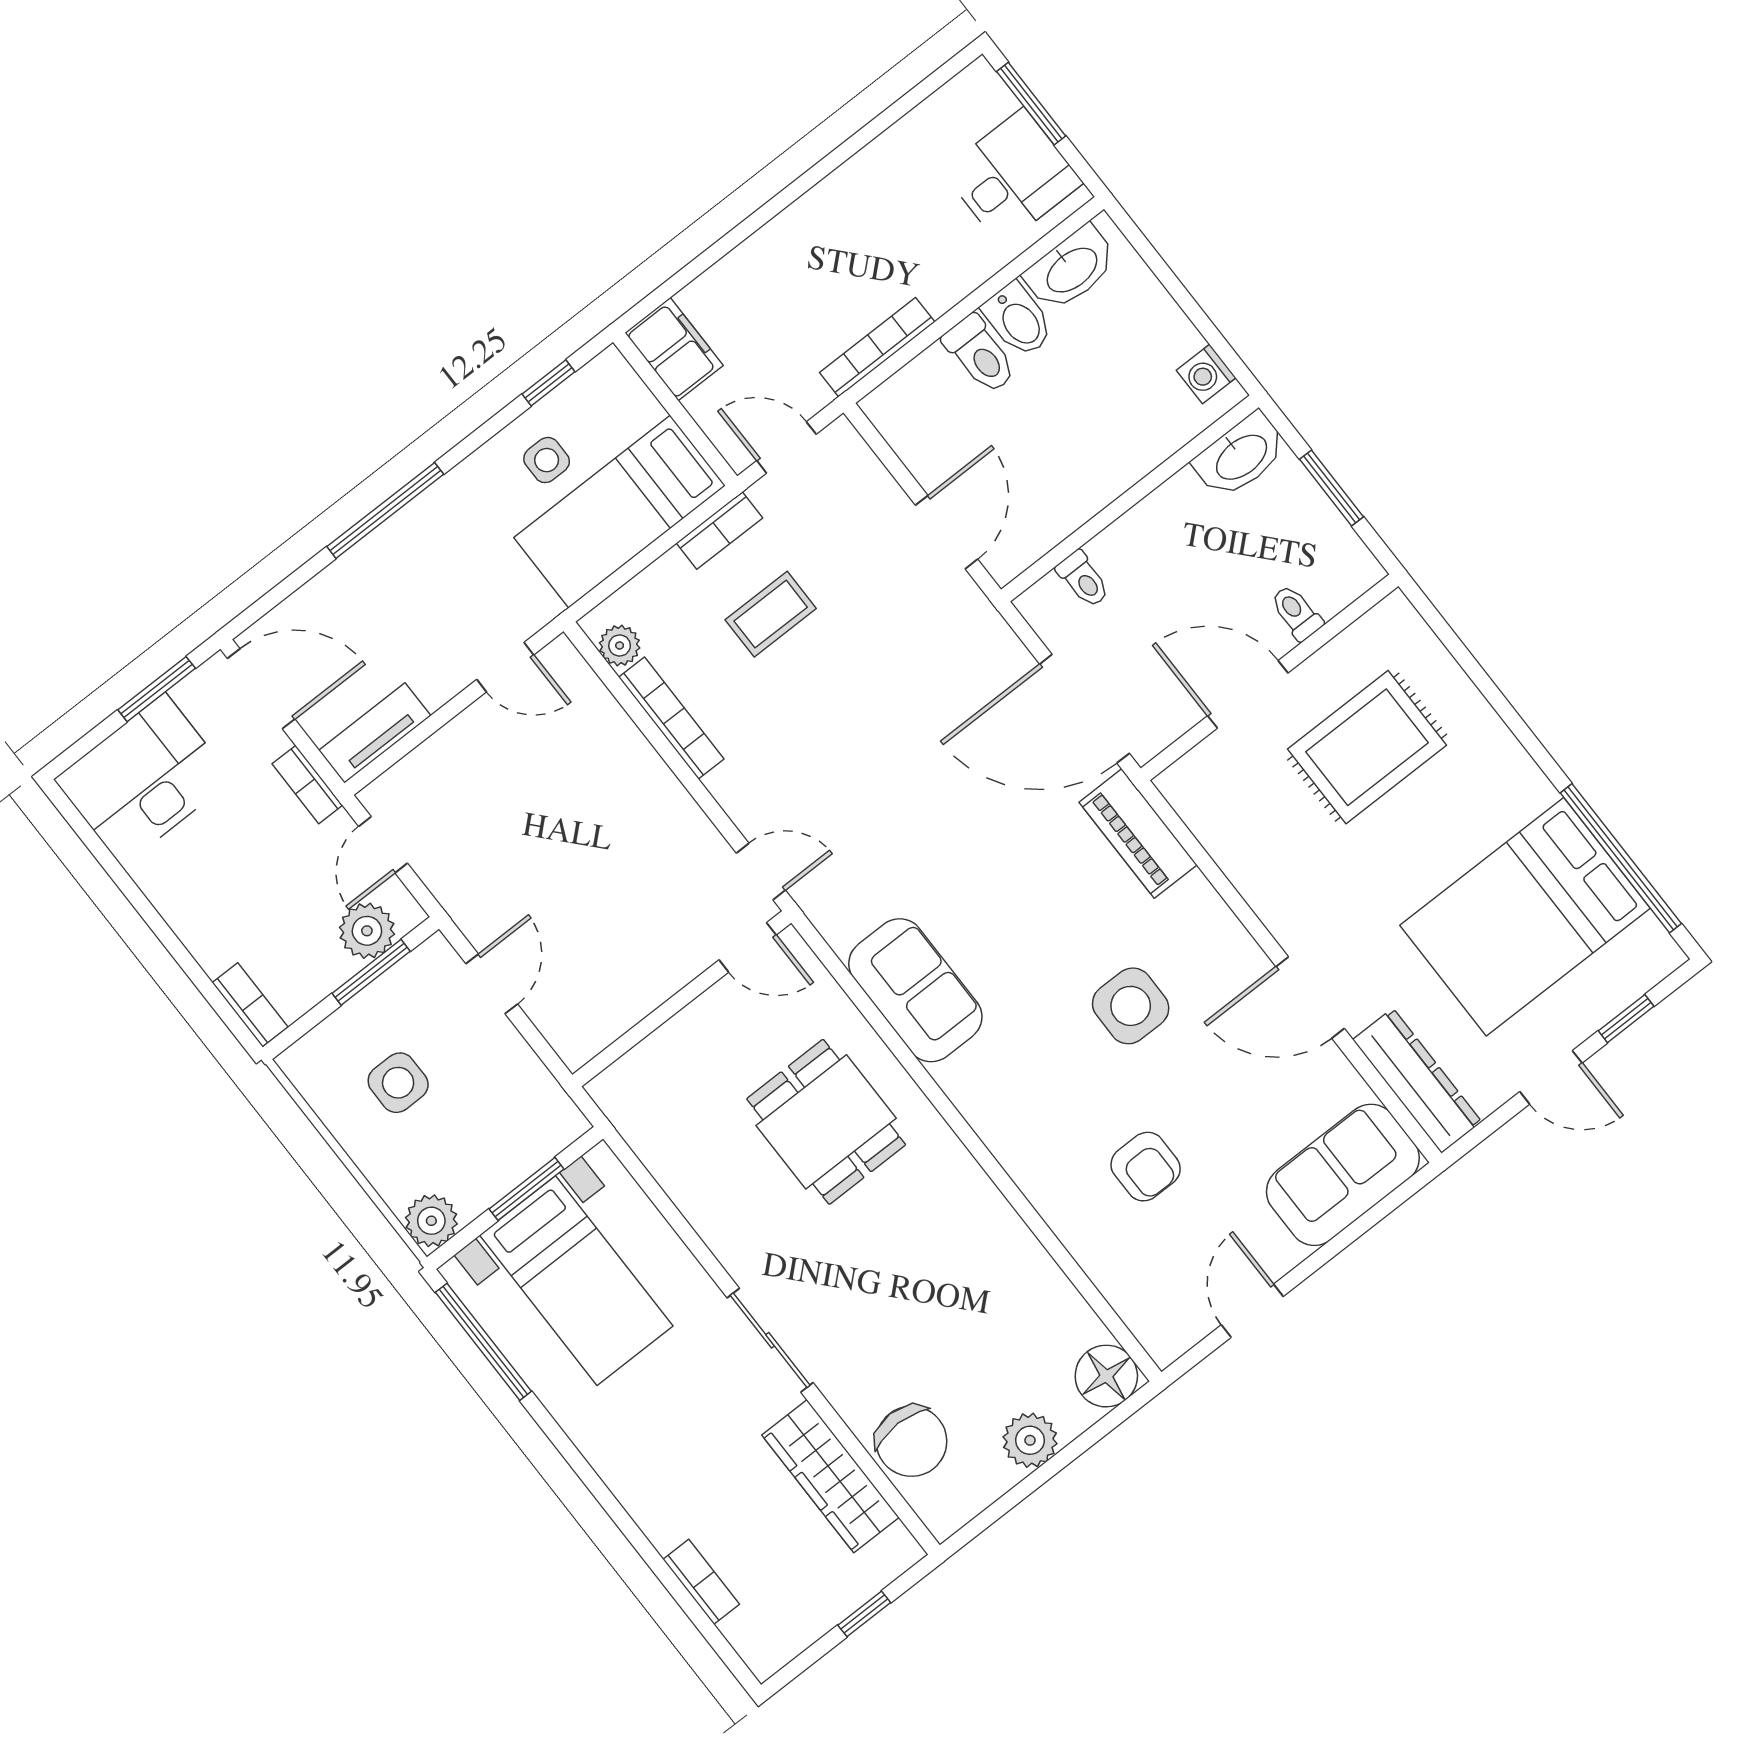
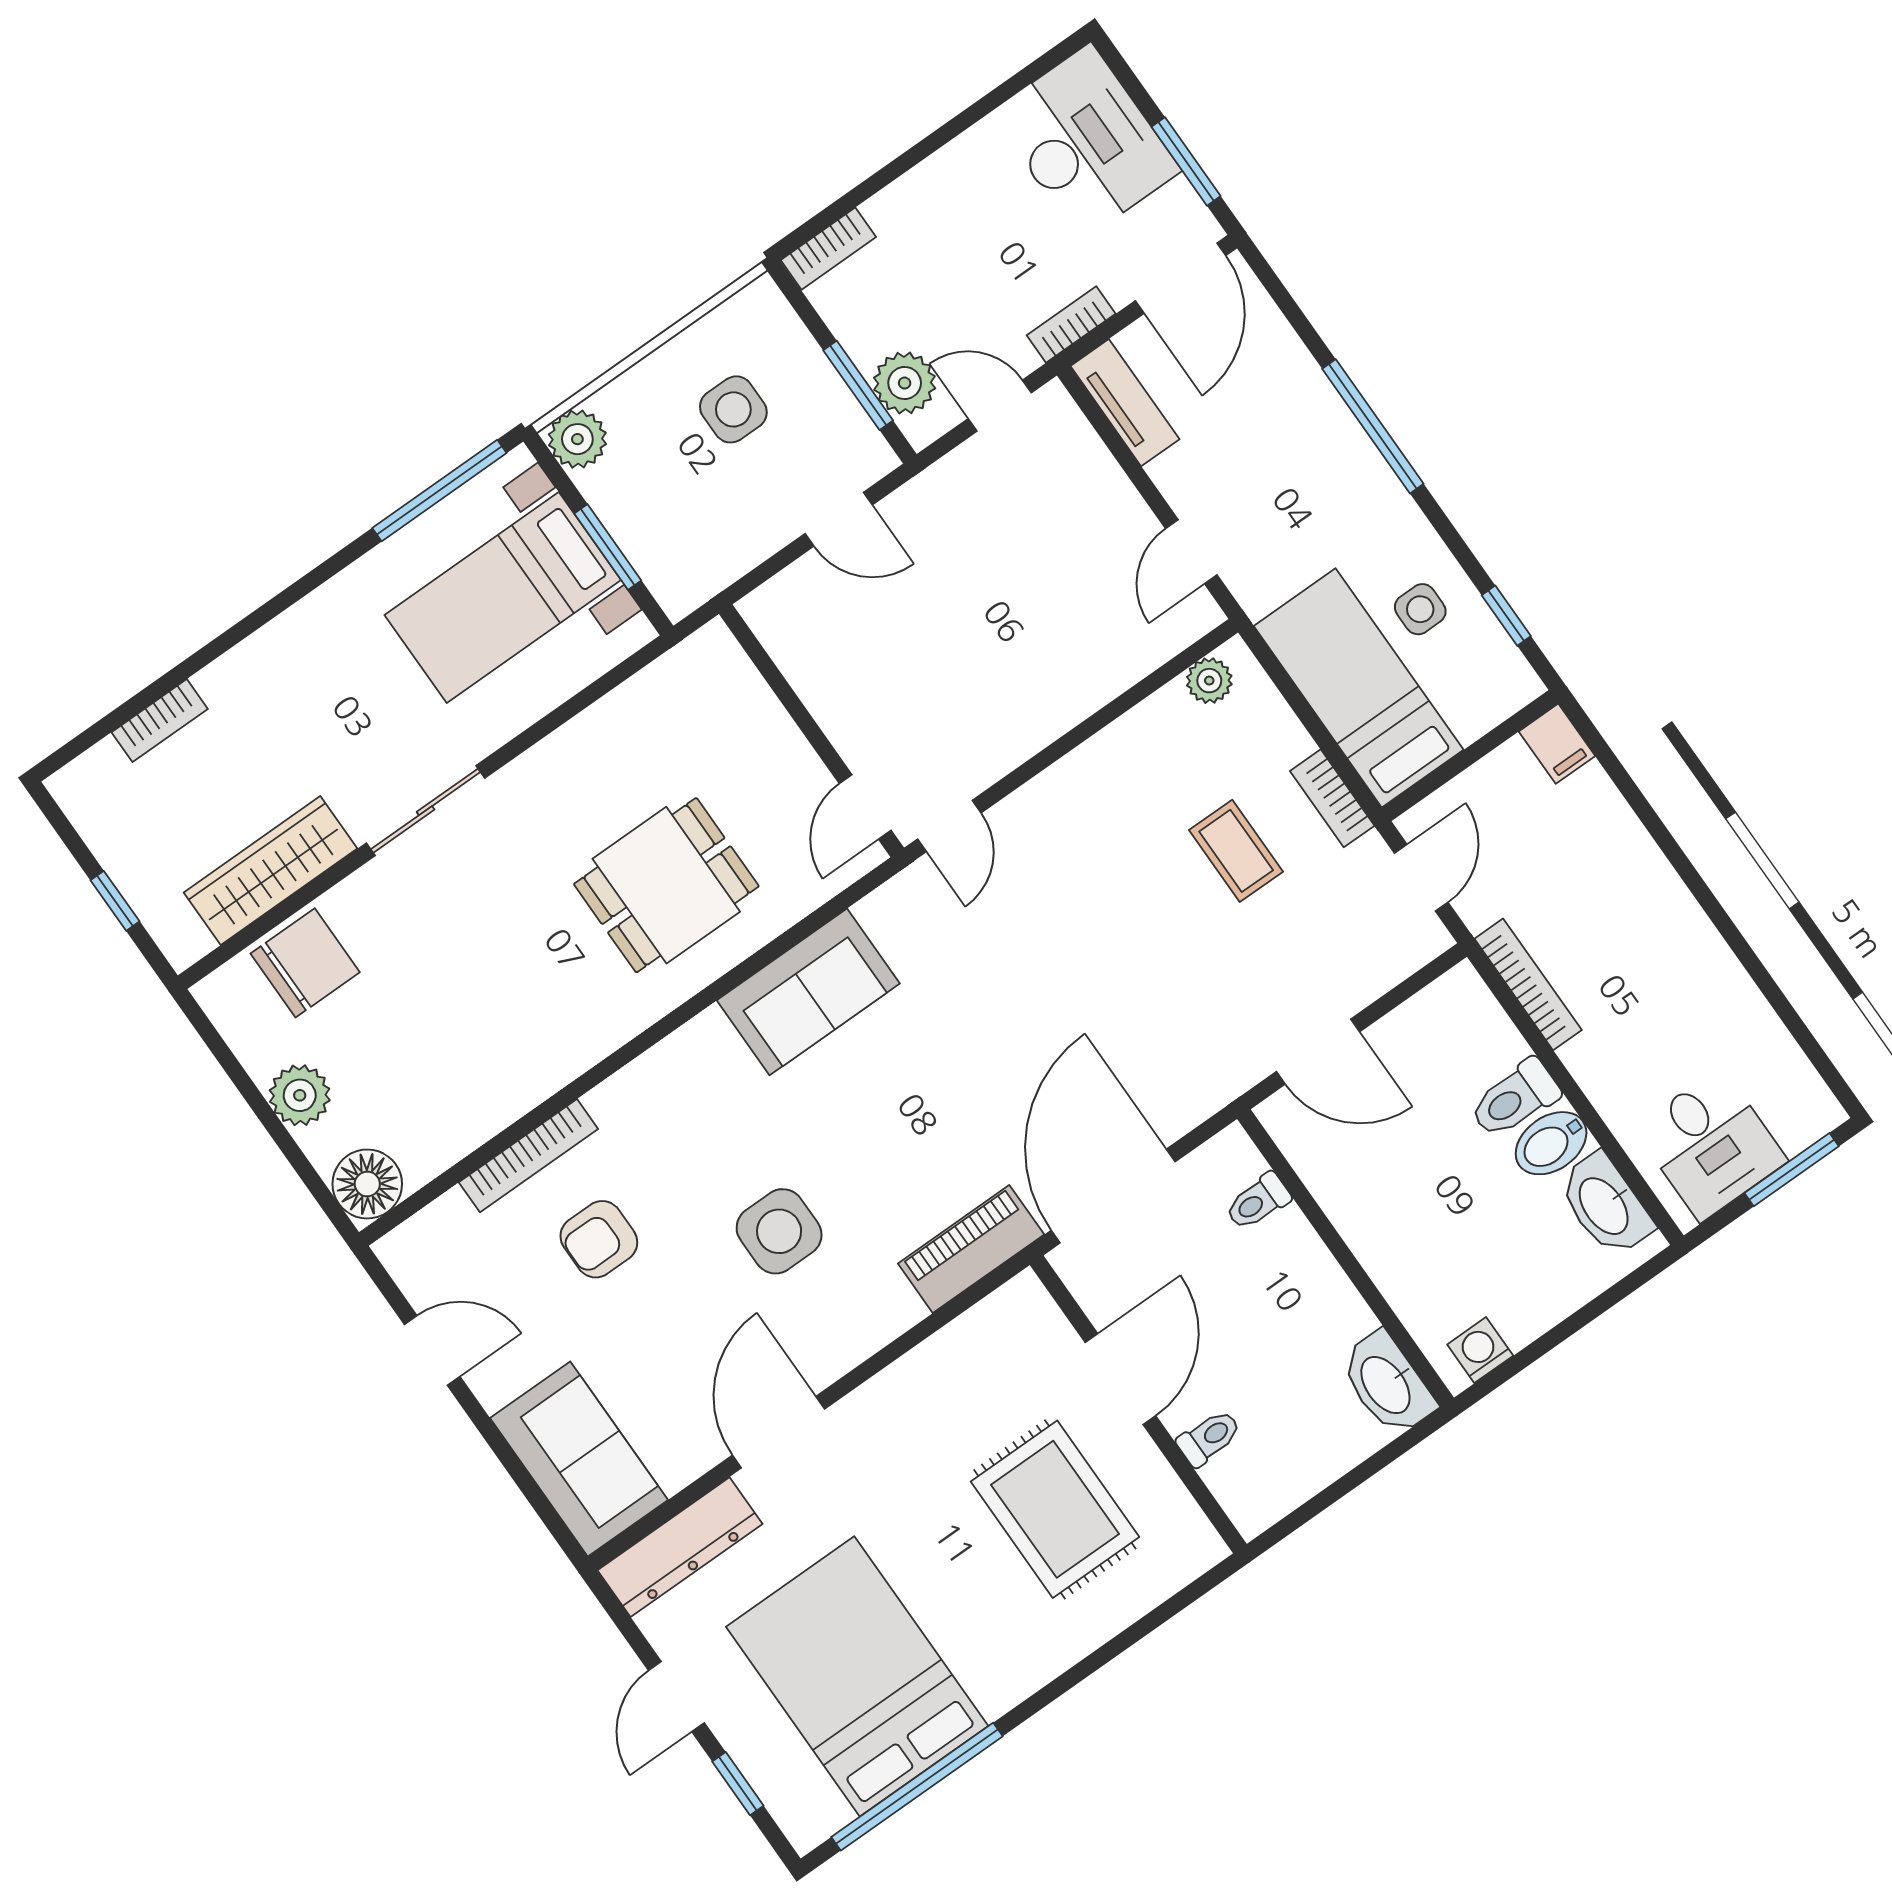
filing cabinet: (674, 349) -> (1557, 744), width x0.50
window: (1332, 488) -> (1346, 1484), removed
bookcase: (671, 718) -> (528, 1156), moved
chair: (911, 1441) -> (305, 963), turned 180

